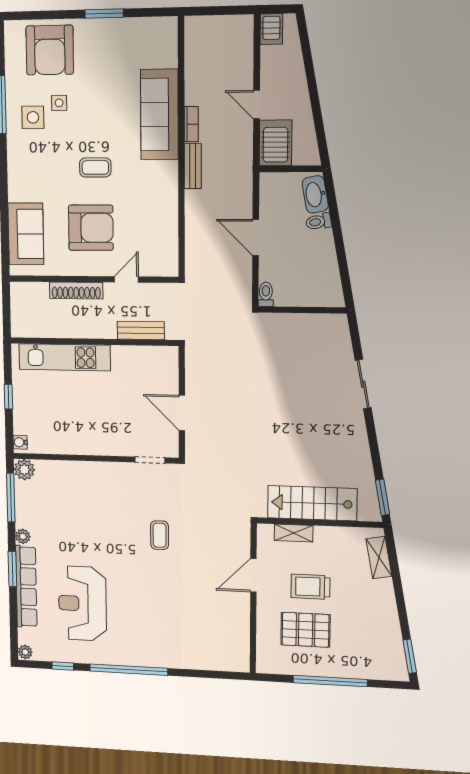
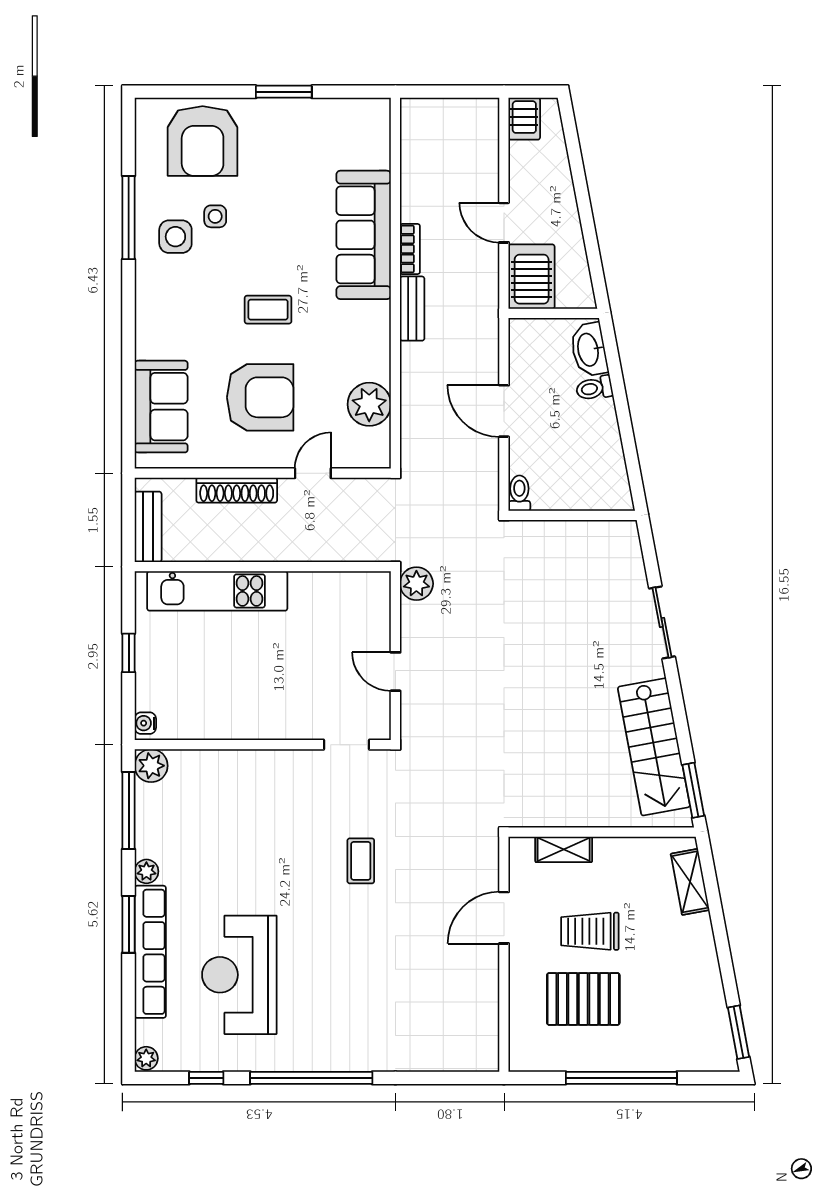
plant: (164, 233) -> (369, 404), added
bench: (141, 330) -> (148, 527), moved, turned 90
plant: (196, 355) -> (416, 584), added
door: (182, 413) -> (395, 672), width x0.73
stairs: (312, 503) -> (654, 747), moved, turned -101

